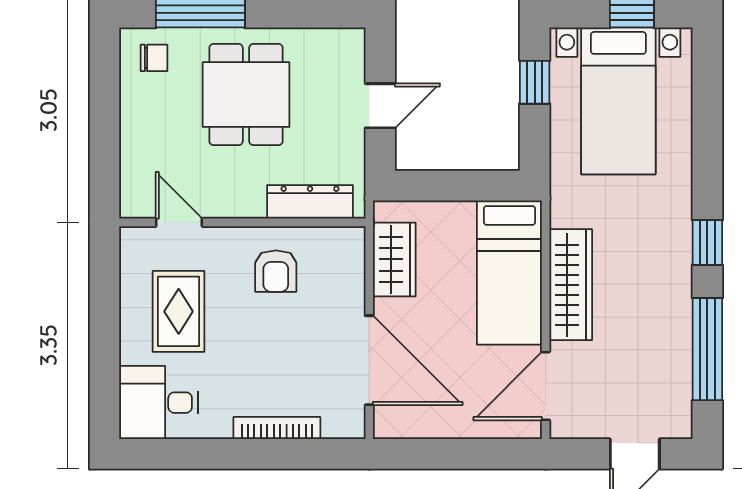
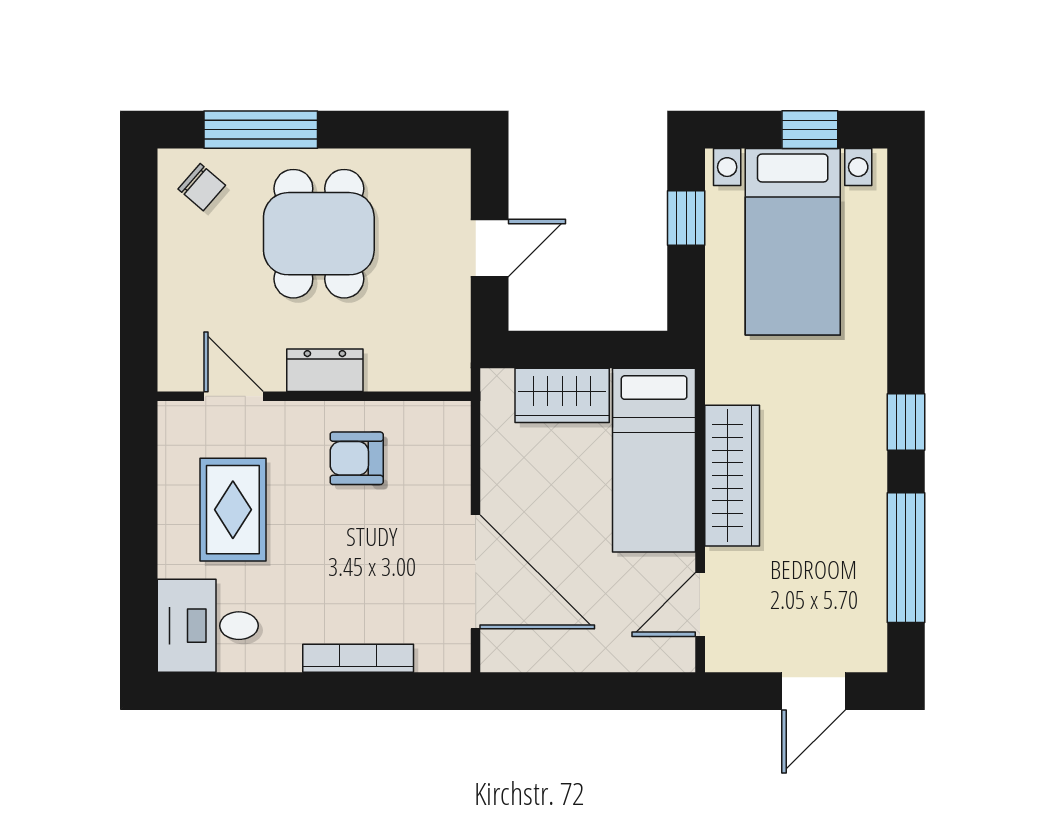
chair: (154, 58) -> (202, 187), turned 41
dresser: (310, 202) -> (325, 370), moved, width x0.70
wardrobe: (394, 259) -> (562, 395), moved, turned 90
armchair: (276, 271) -> (357, 458), turned 90
door: (546, 386) -> (700, 604), width x0.73

